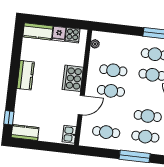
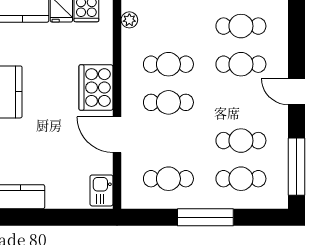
door: (81, 105) -> (117, 135), swing flipped
window: (135, 156) -> (205, 217), moved

